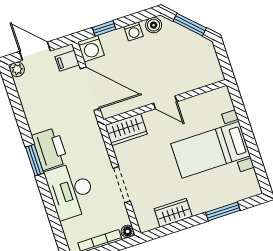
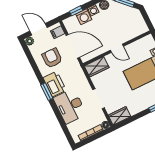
washing machine: (91, 49) -> (84, 17), moved
armchair: (52, 104) -> (52, 58), added
wardrobe: (173, 213) -> (119, 116), moved

